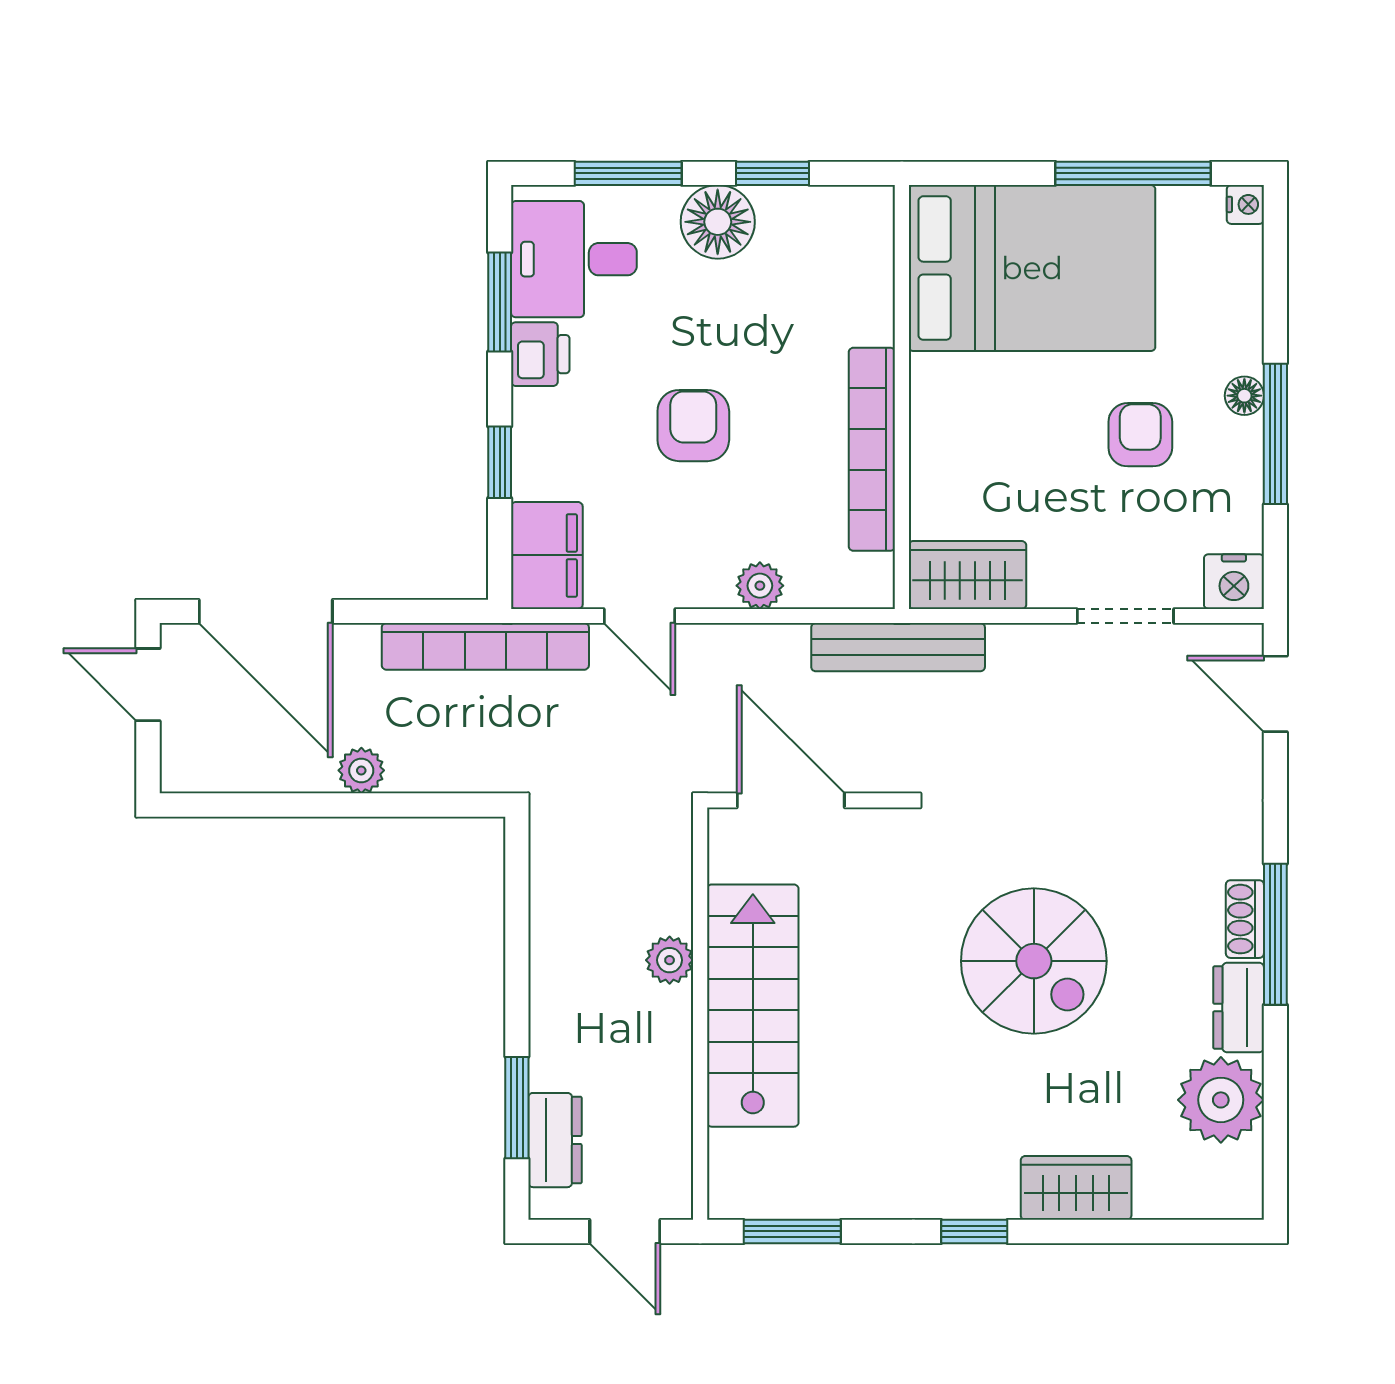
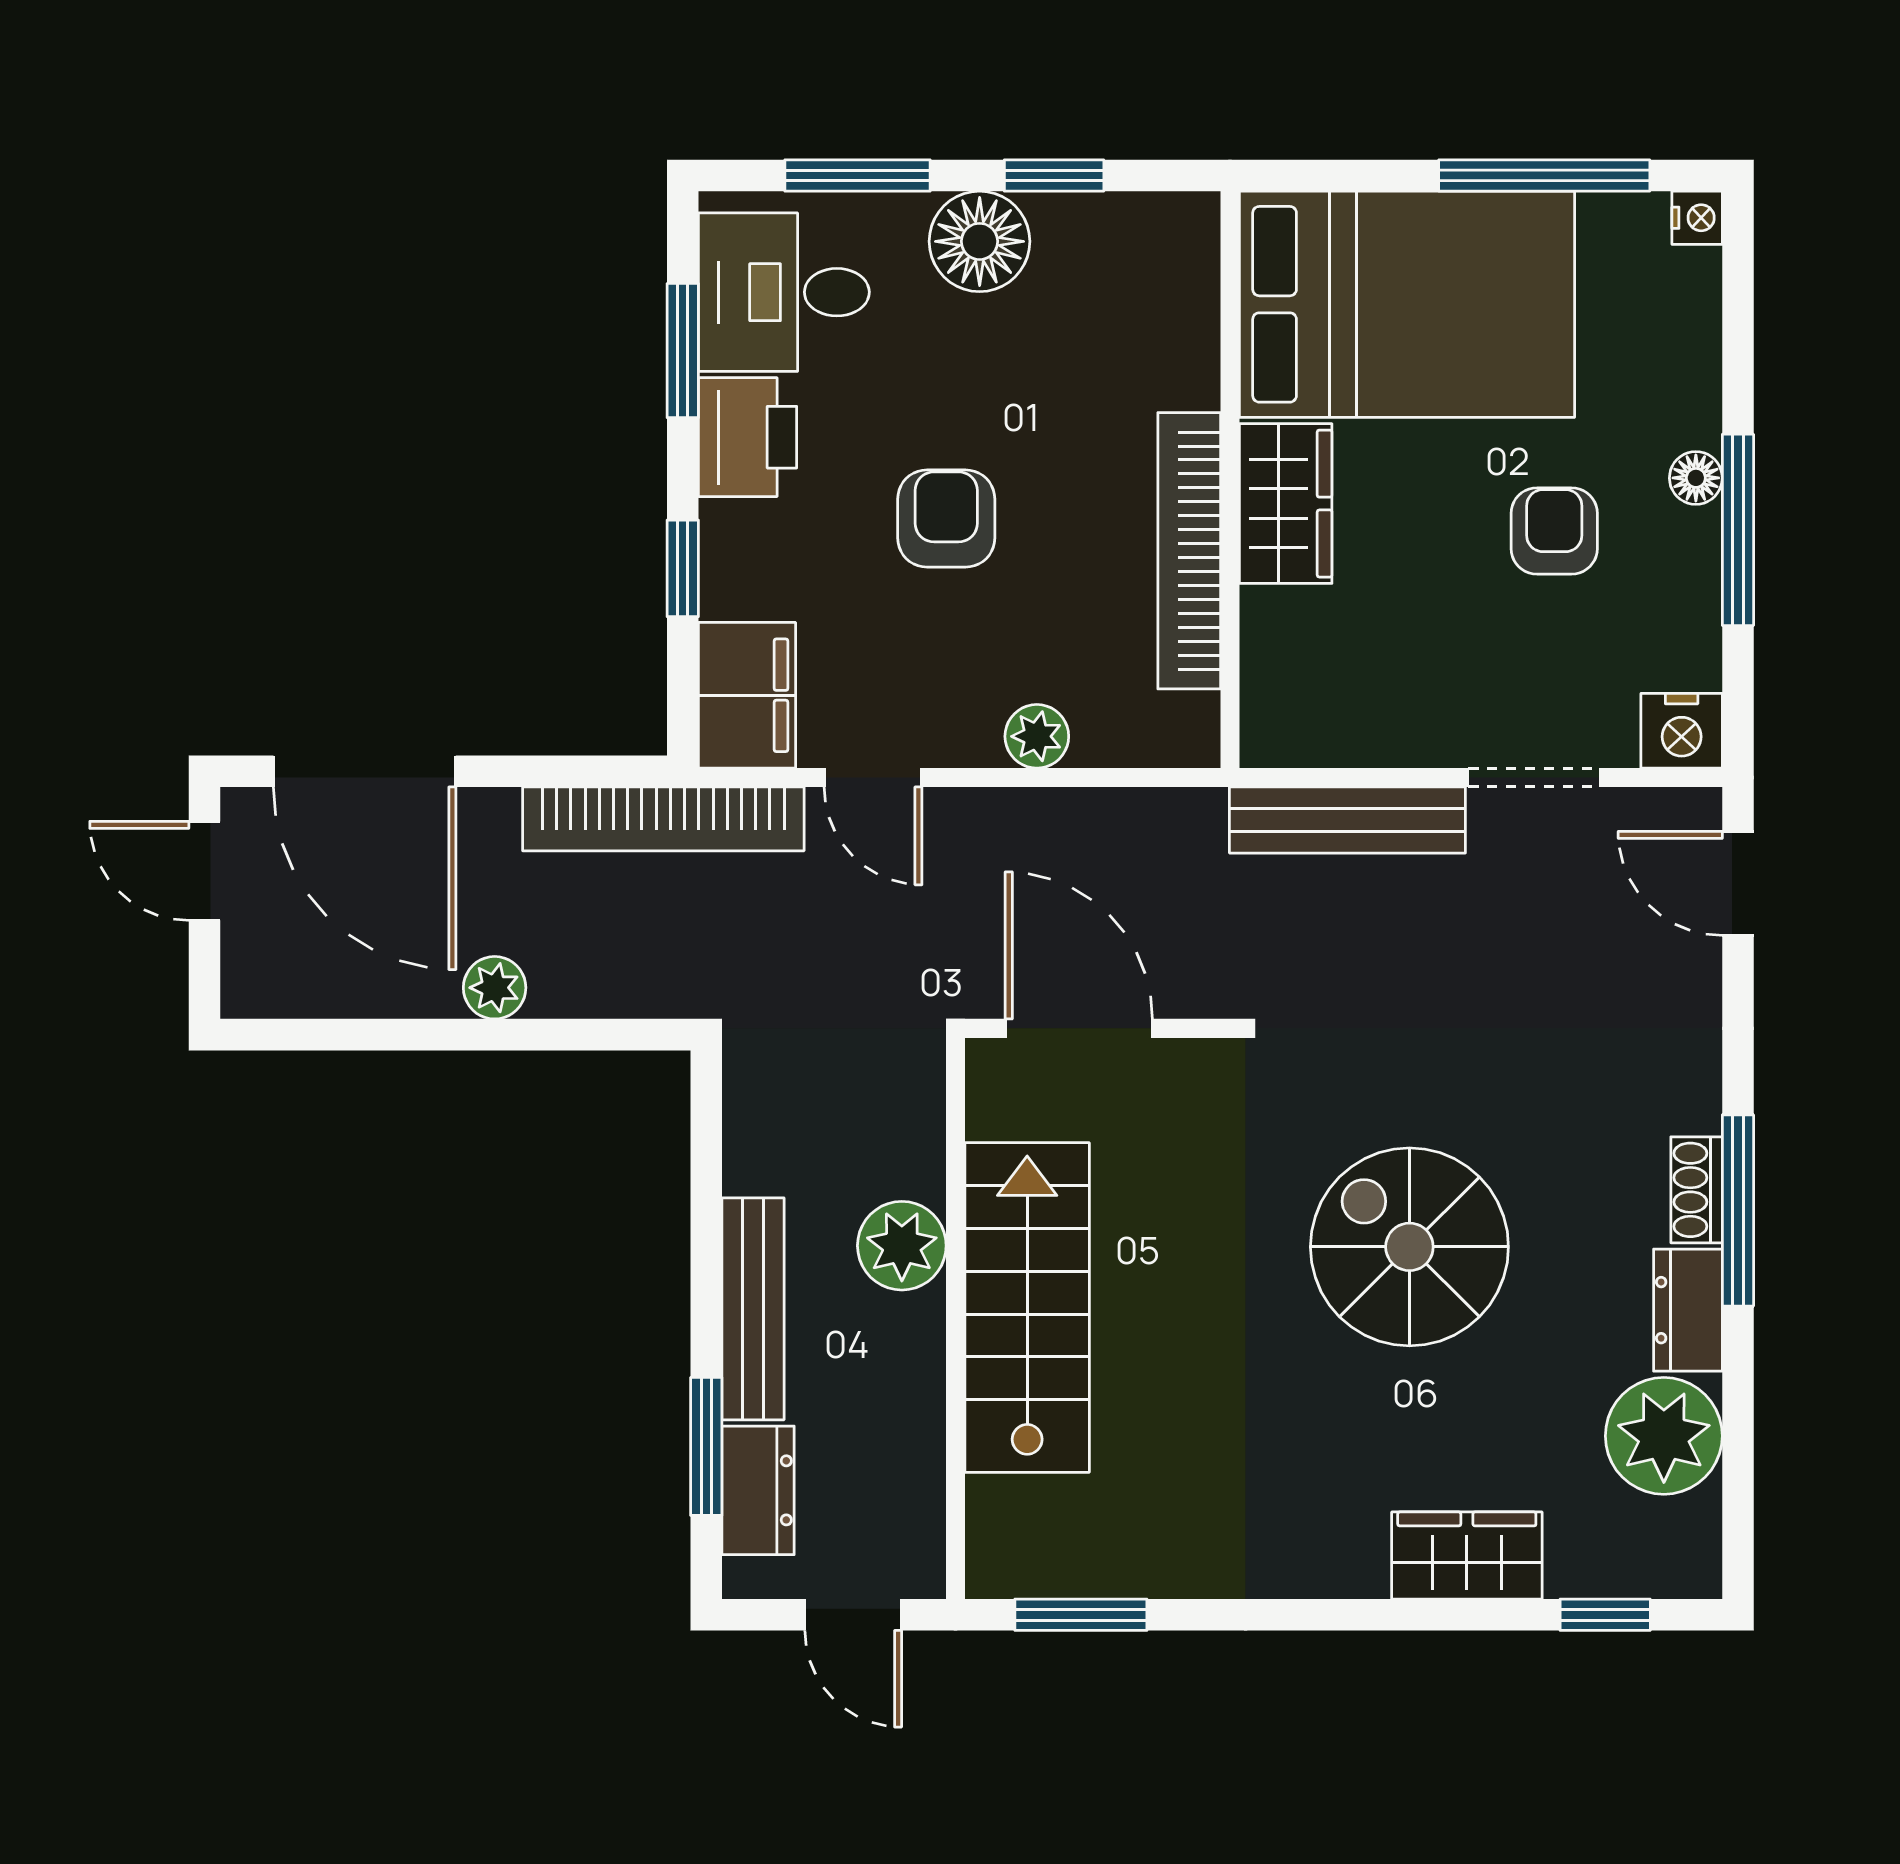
printer: (540, 354) -> (748, 437), width x1.36, depth x1.24
wardrobe: (967, 575) -> (1286, 504), moved, turned 90
bench: (898, 647) -> (1347, 820), moved
plant: (670, 960) -> (902, 1246), width x1.38, depth x1.38
spiral stairs: (1034, 961) -> (1409, 1247), turned 180
bench: (551, 1007) -> (753, 1309), added
window: (974, 1231) -> (1605, 1615), moved

